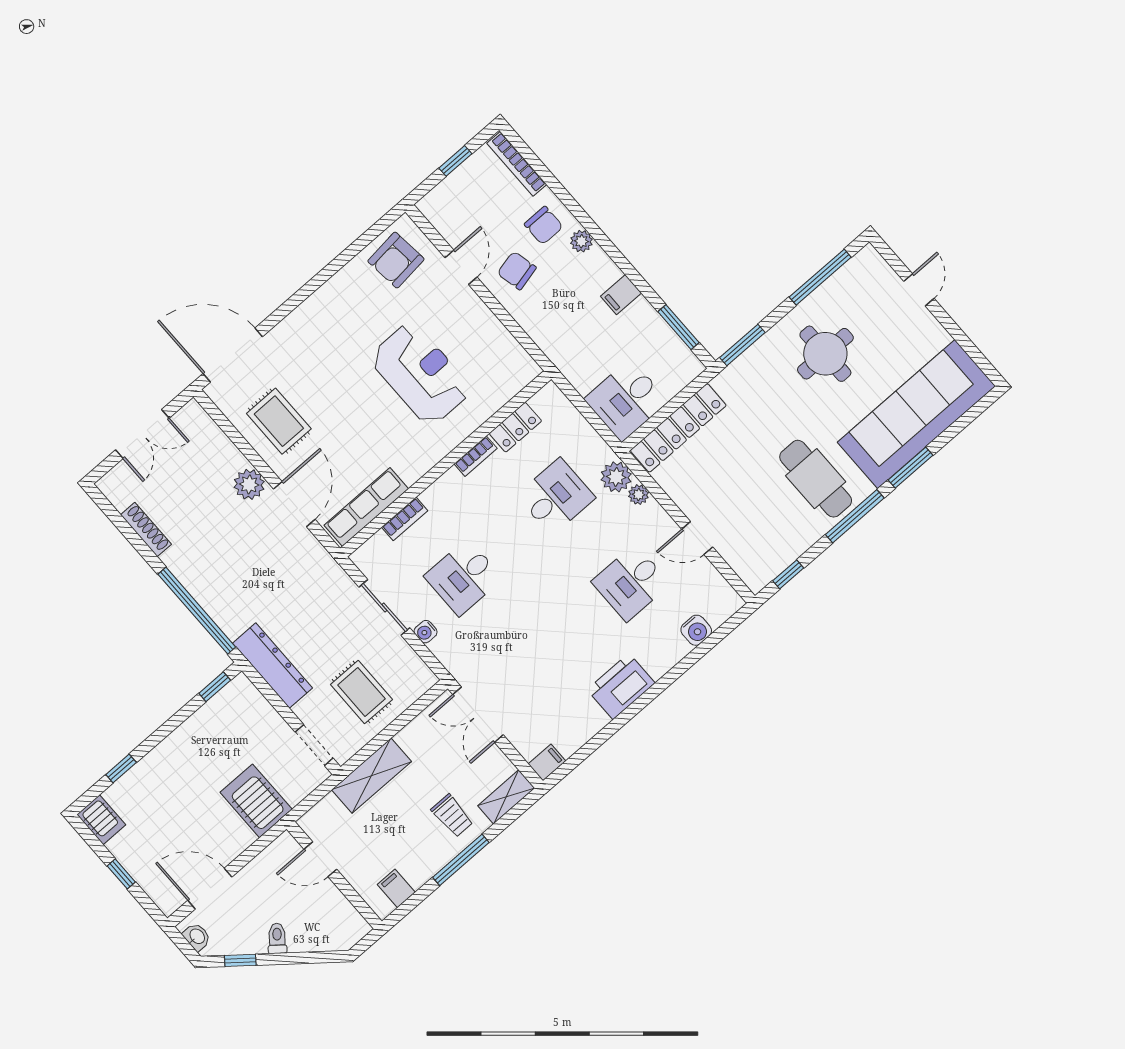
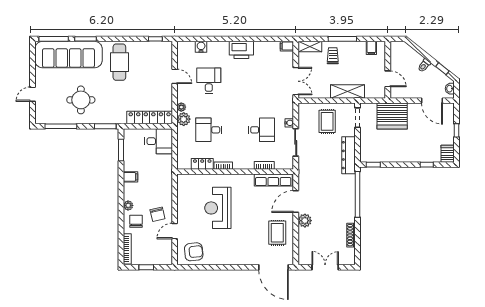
window: (855, 516) -> (54, 39), moved
desk: (631, 583) -> (209, 81), turned -90
server rack: (256, 801) -> (392, 116), width x1.60

